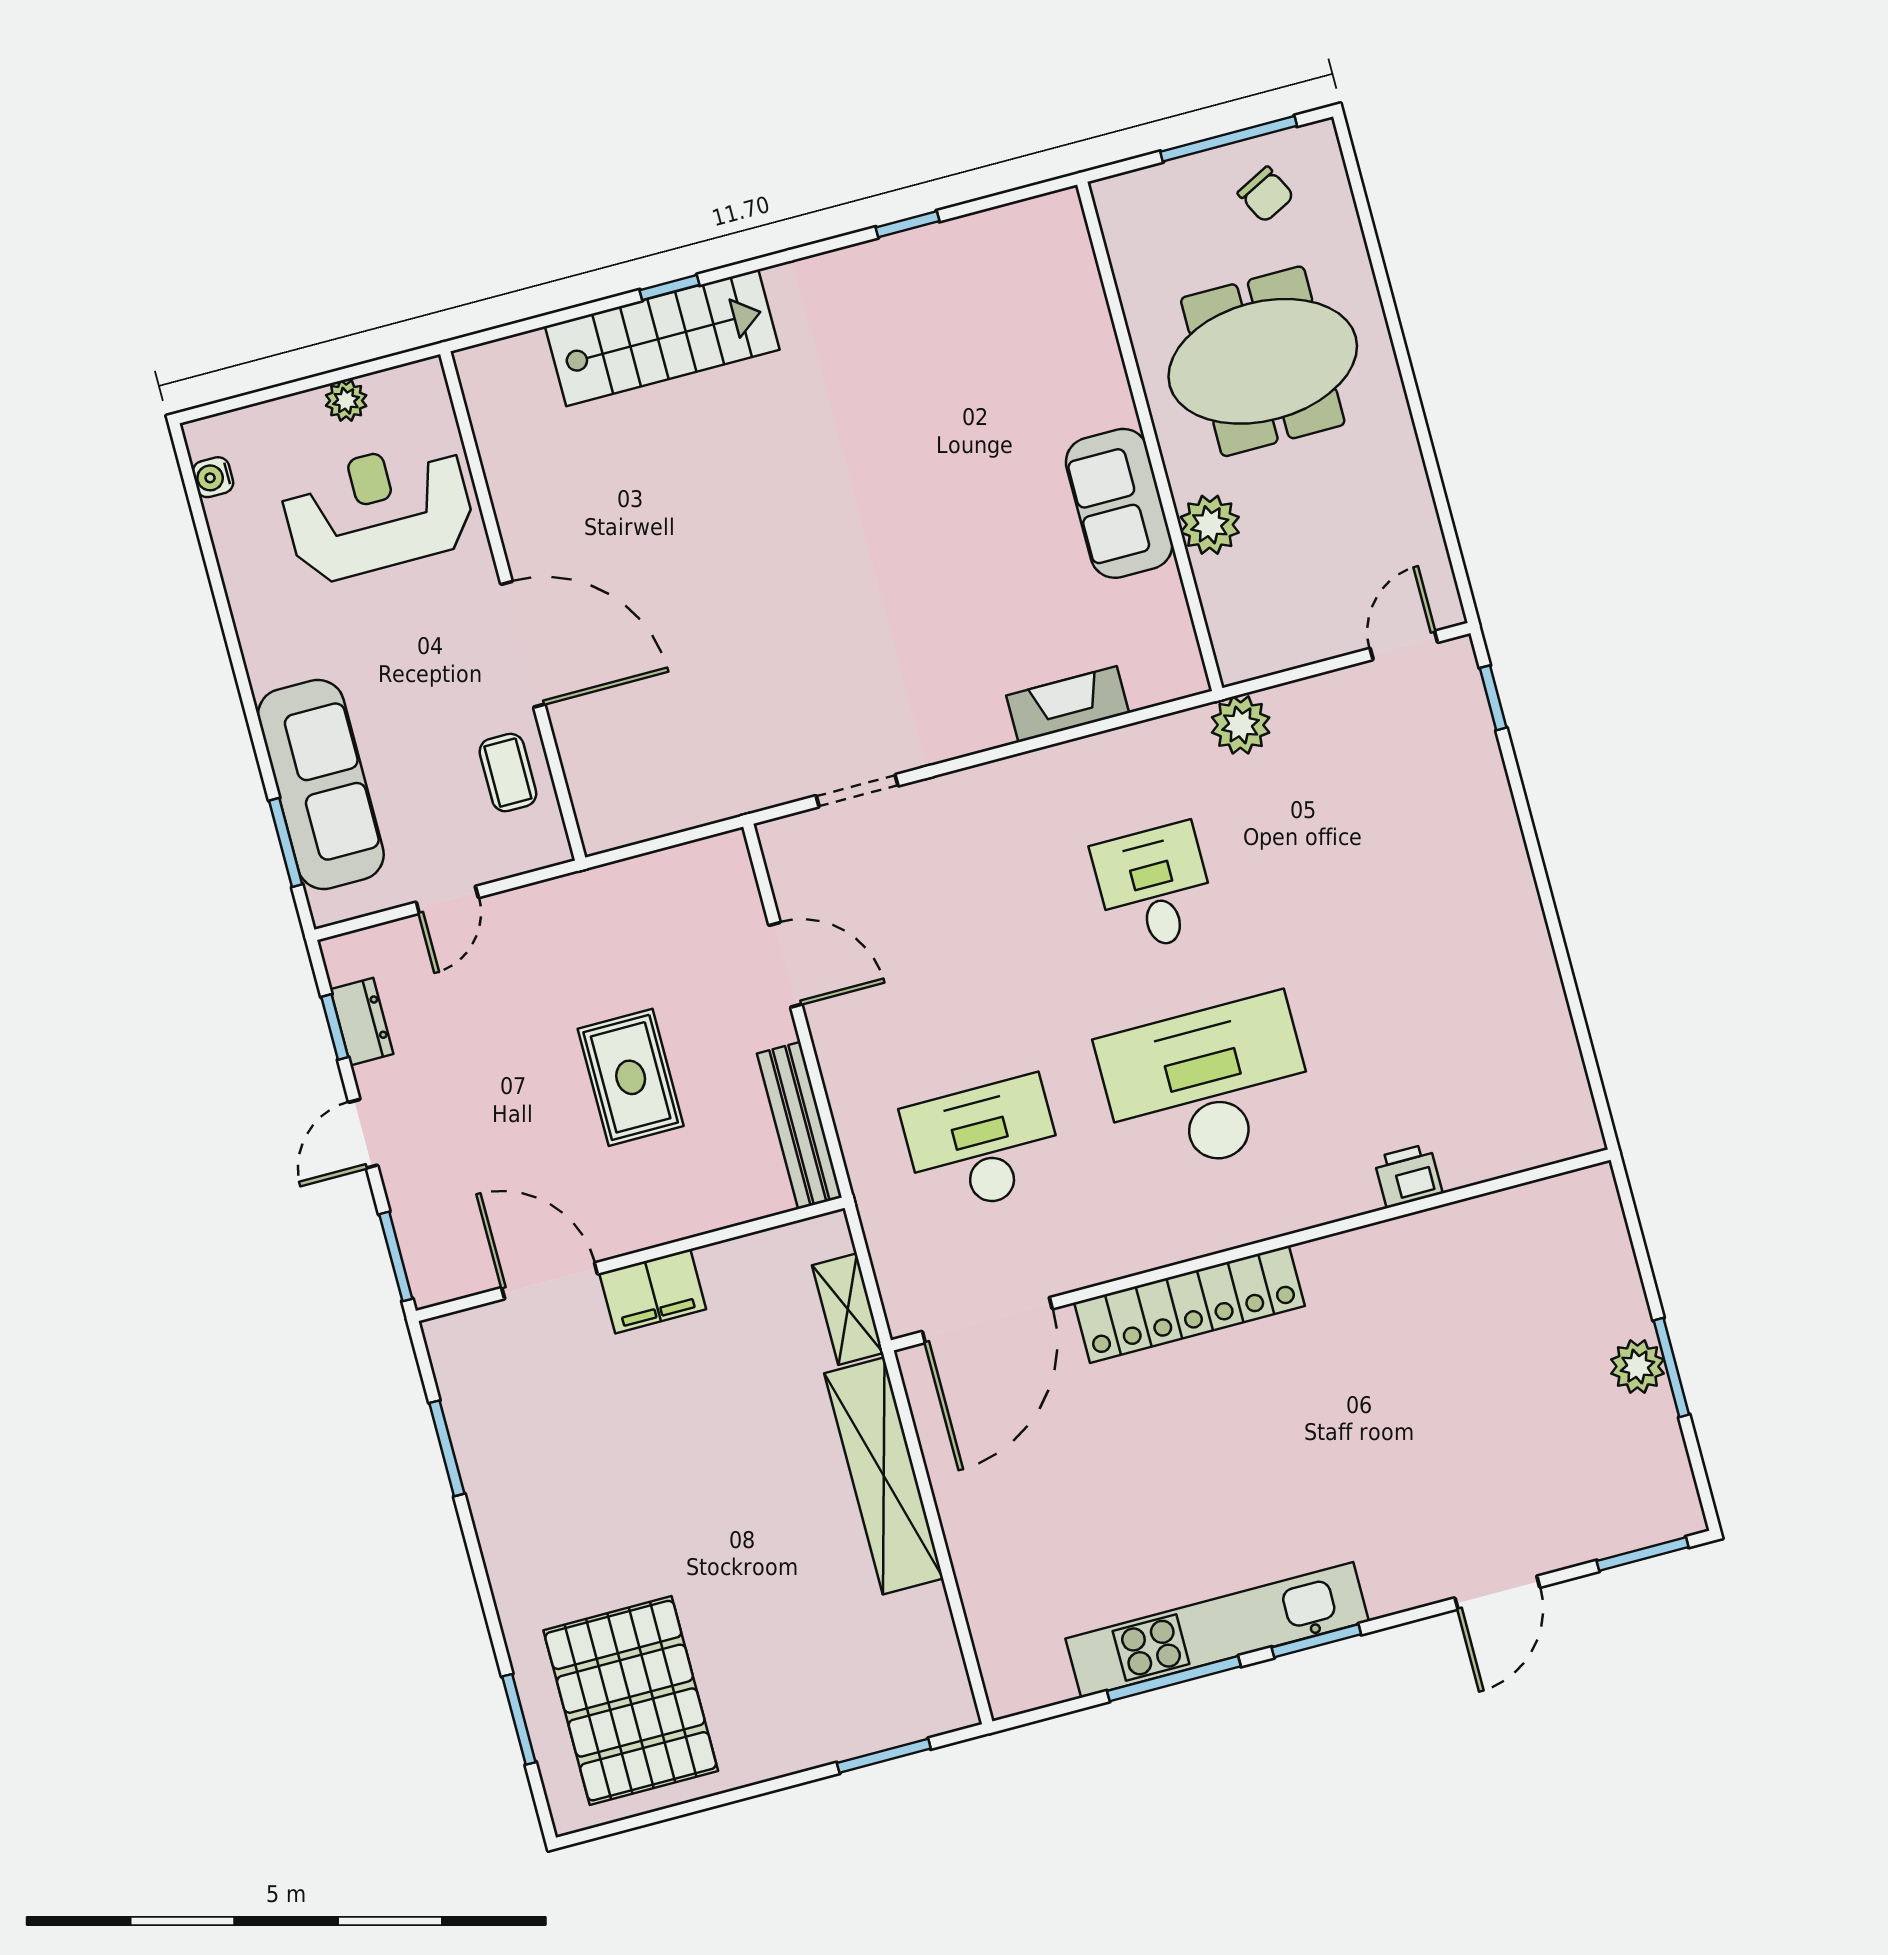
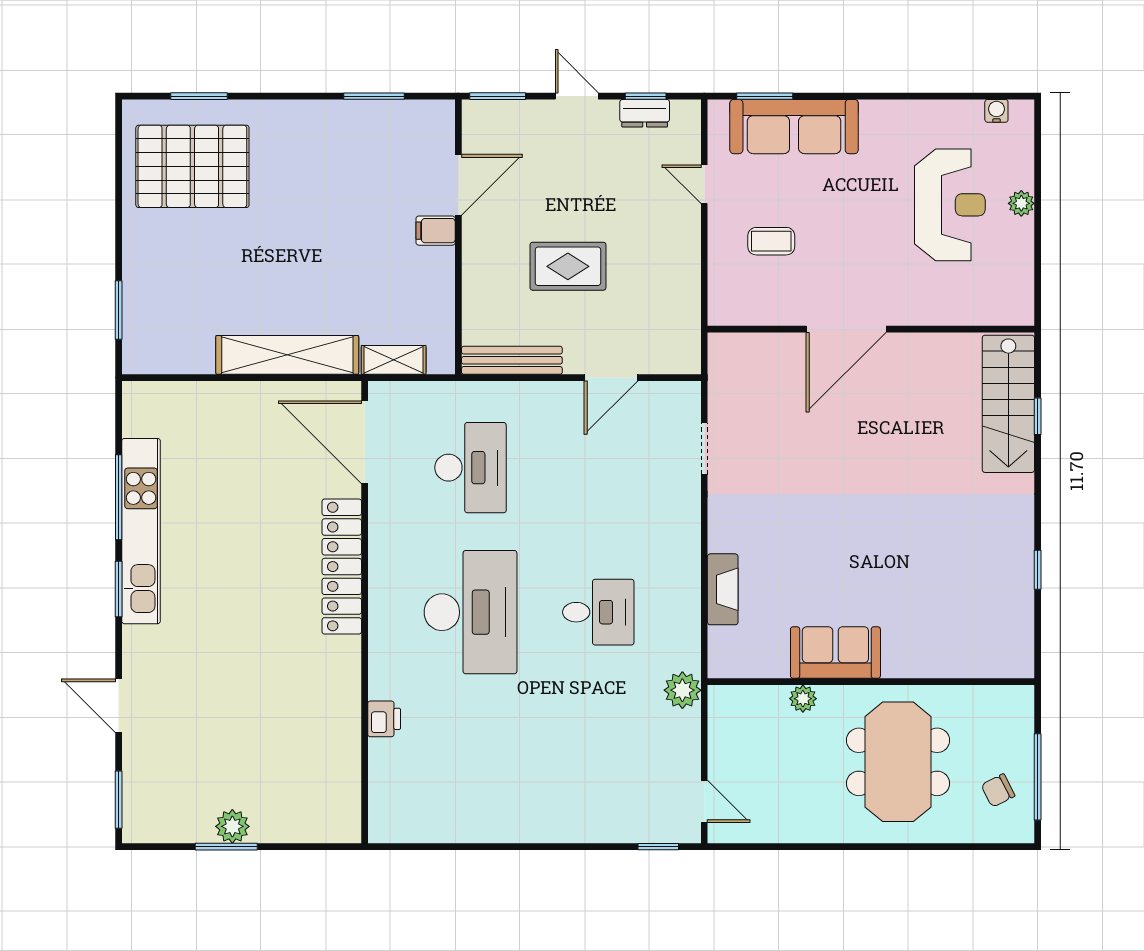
plant: (1210, 525) -> (803, 699), width x0.73, depth x0.73
wall: (513, 606) -> (871, 329), moved
door: (523, 644) -> (846, 329), moved
filing cabinet: (653, 1291) -> (436, 231), width x0.50

